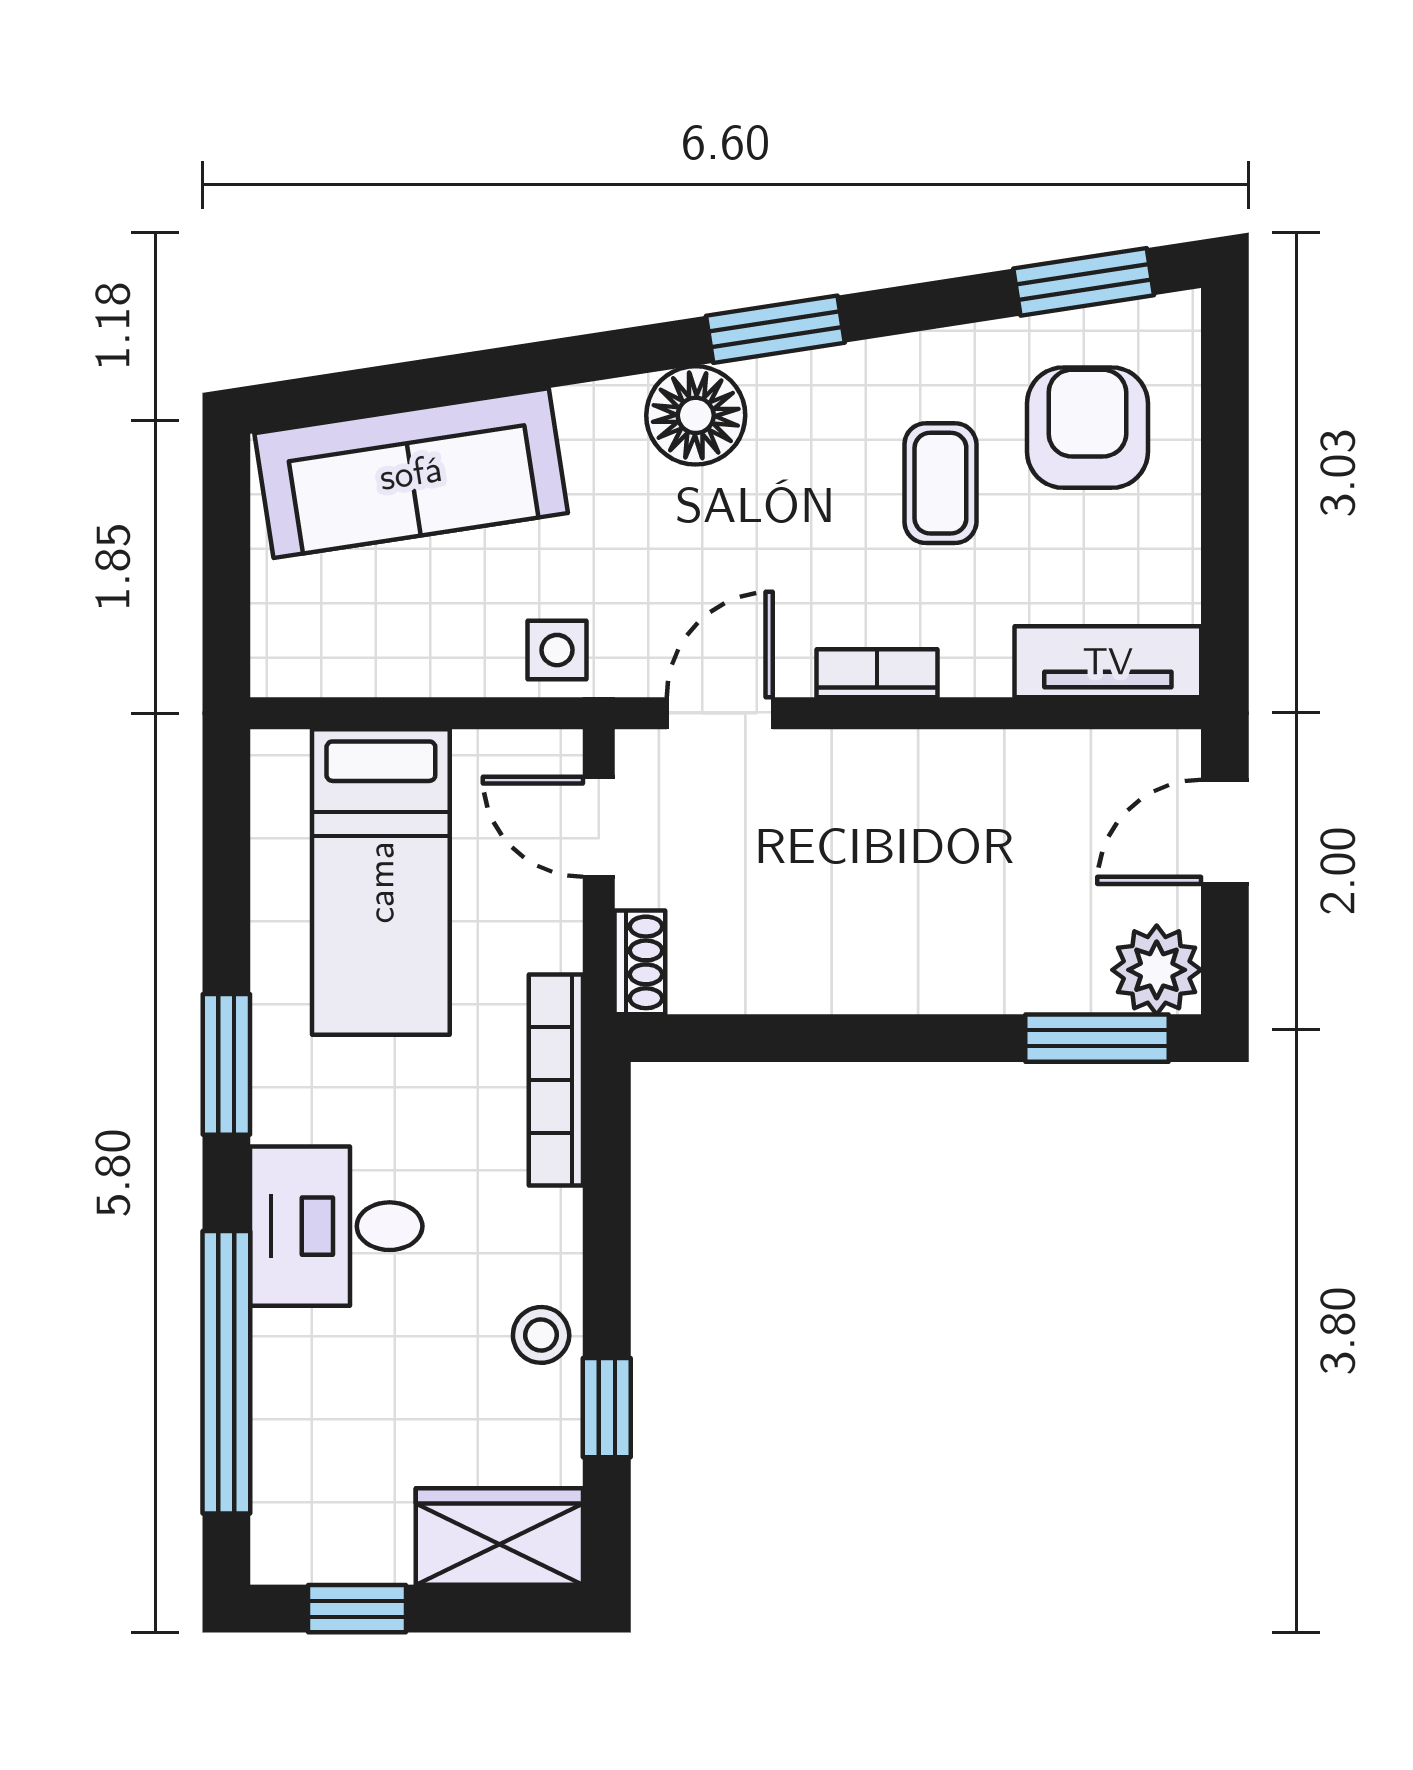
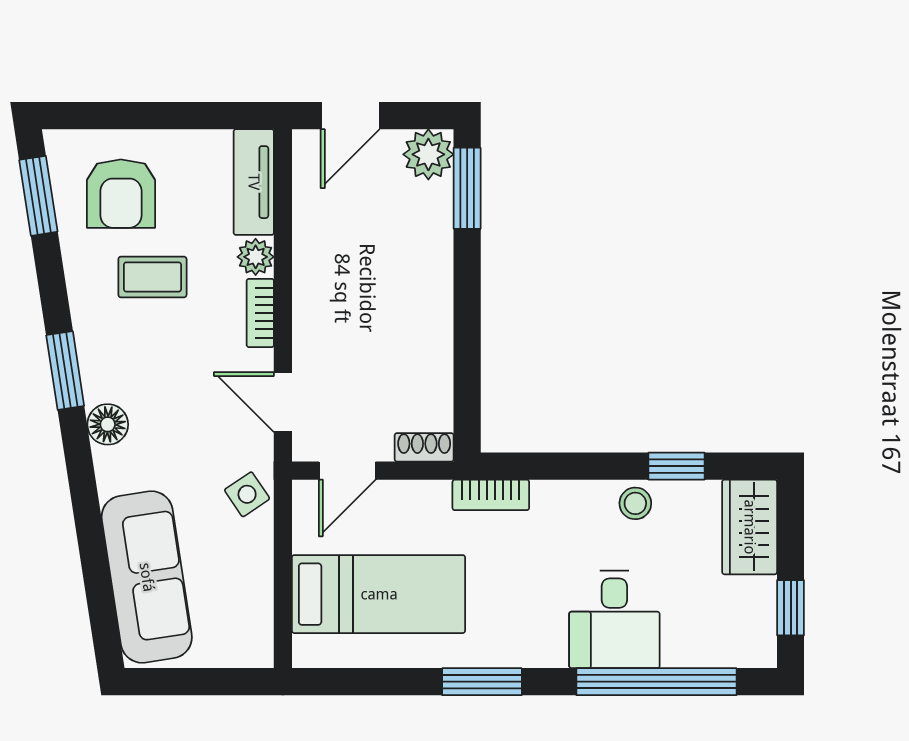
floor lamp: (696, 415) -> (108, 424), width x0.73, depth x0.73
armchair: (1087, 428) -> (121, 194), turned -90
side table: (557, 650) -> (247, 494), turned -34
plant: (976, 665) -> (256, 257), added
door: (1225, 832) -> (350, 116), hinge flipped
bookcase: (556, 1080) -> (491, 495), width x0.64
desk: (336, 1226) -> (614, 619), moved

